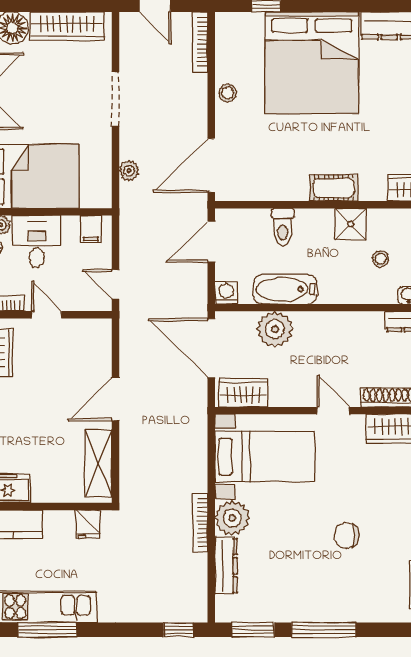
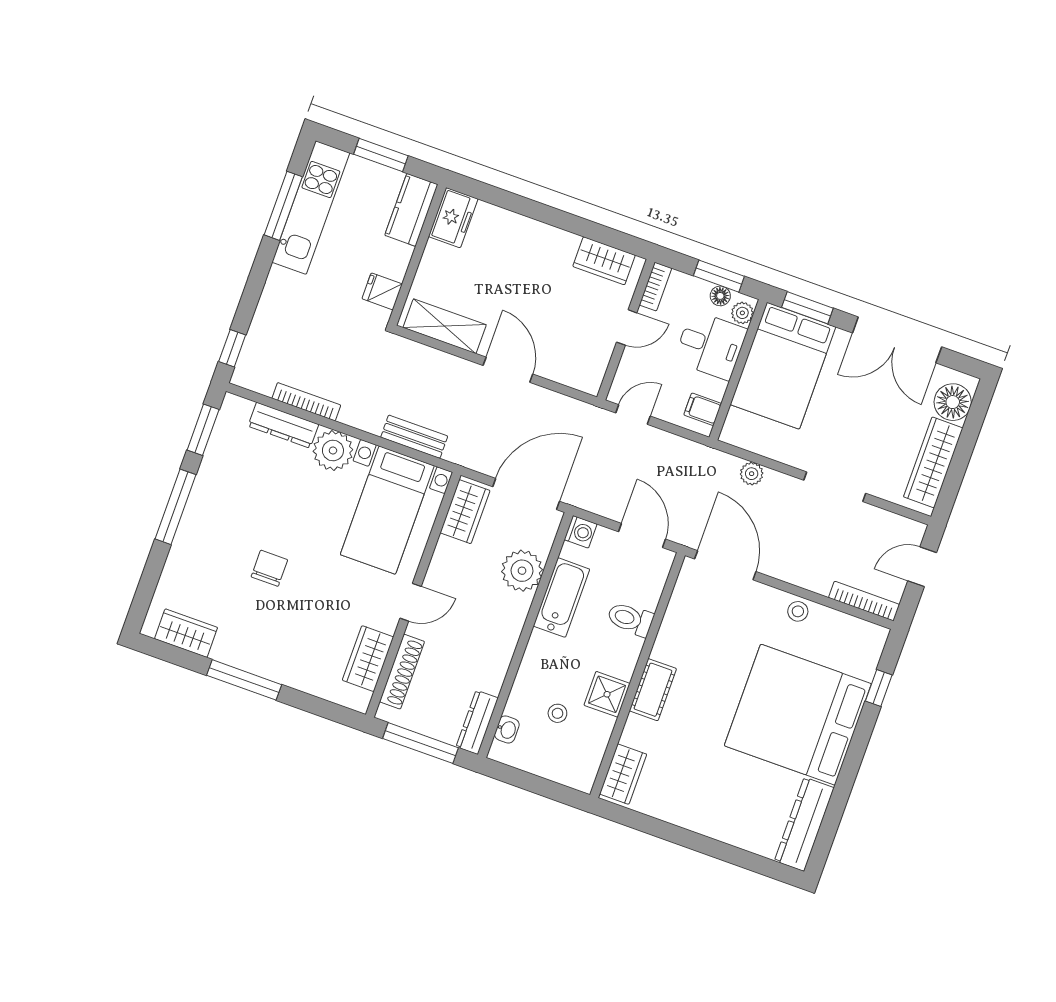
bench: (197, 456) -> (414, 437), added
bookcase: (200, 522) -> (306, 402), moved

